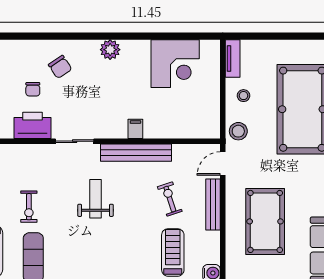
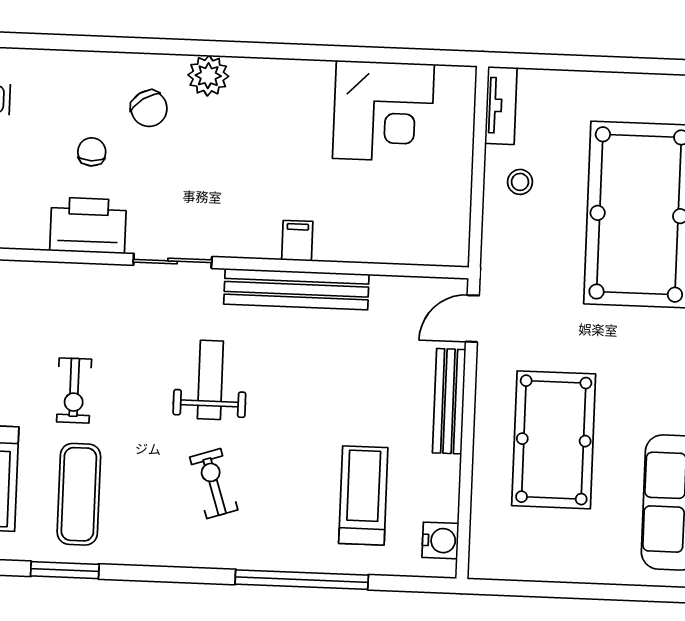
plant: (110, 50) -> (208, 76), moved
chair: (33, 89) -> (92, 152), turned 180
stool: (238, 131) -> (506, 254), removed
exercise bike: (170, 199) -> (214, 484), moved

